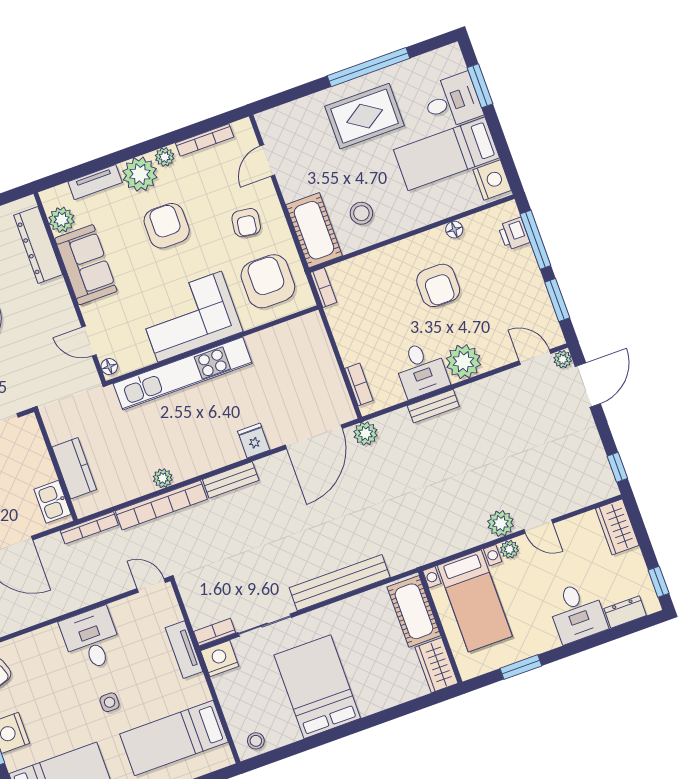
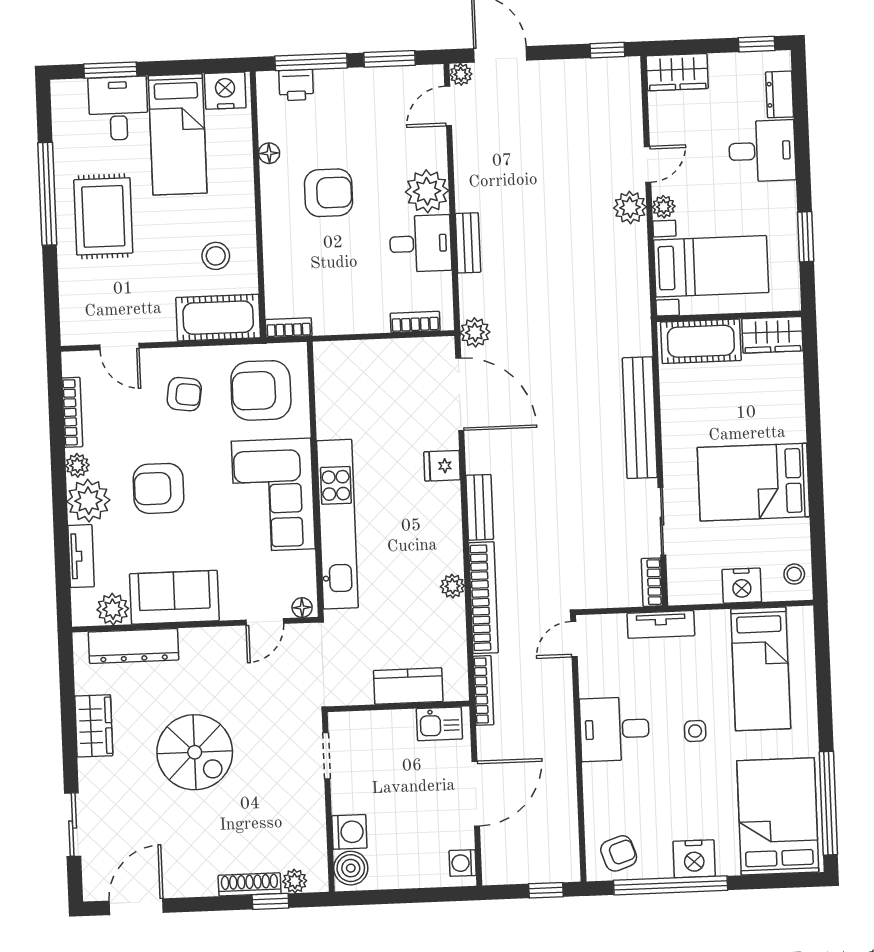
nightstand: (220, 658) -> (742, 586), moved, turned -90

